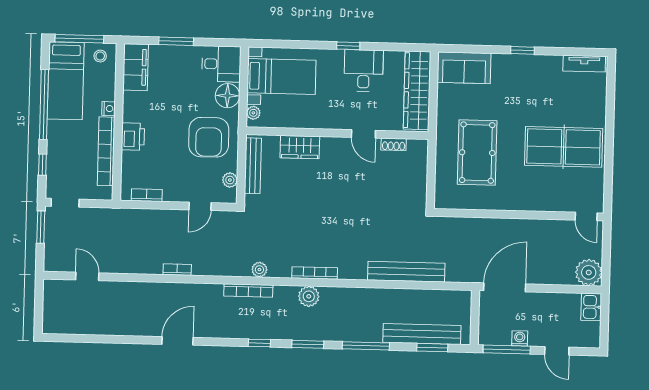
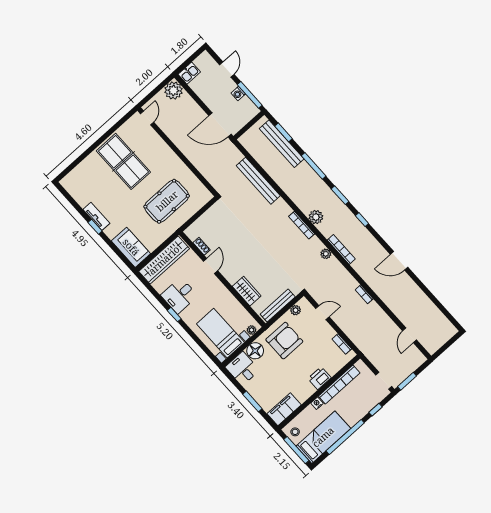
tv unit: (584, 64) -> (96, 216), moved

